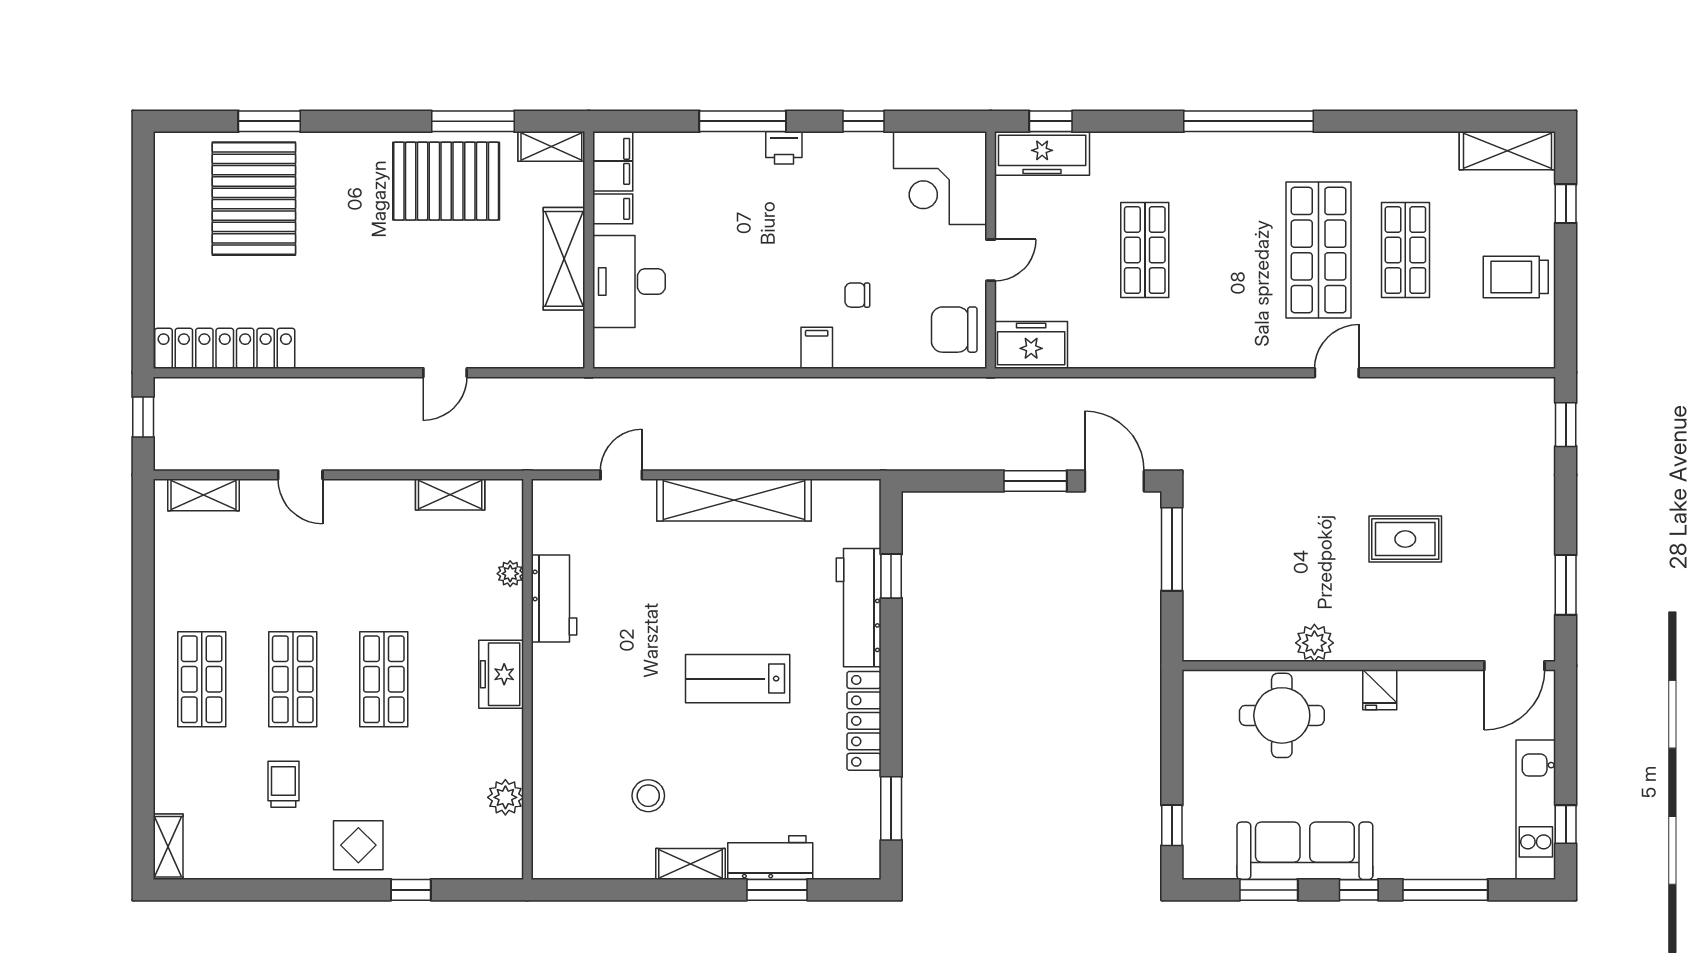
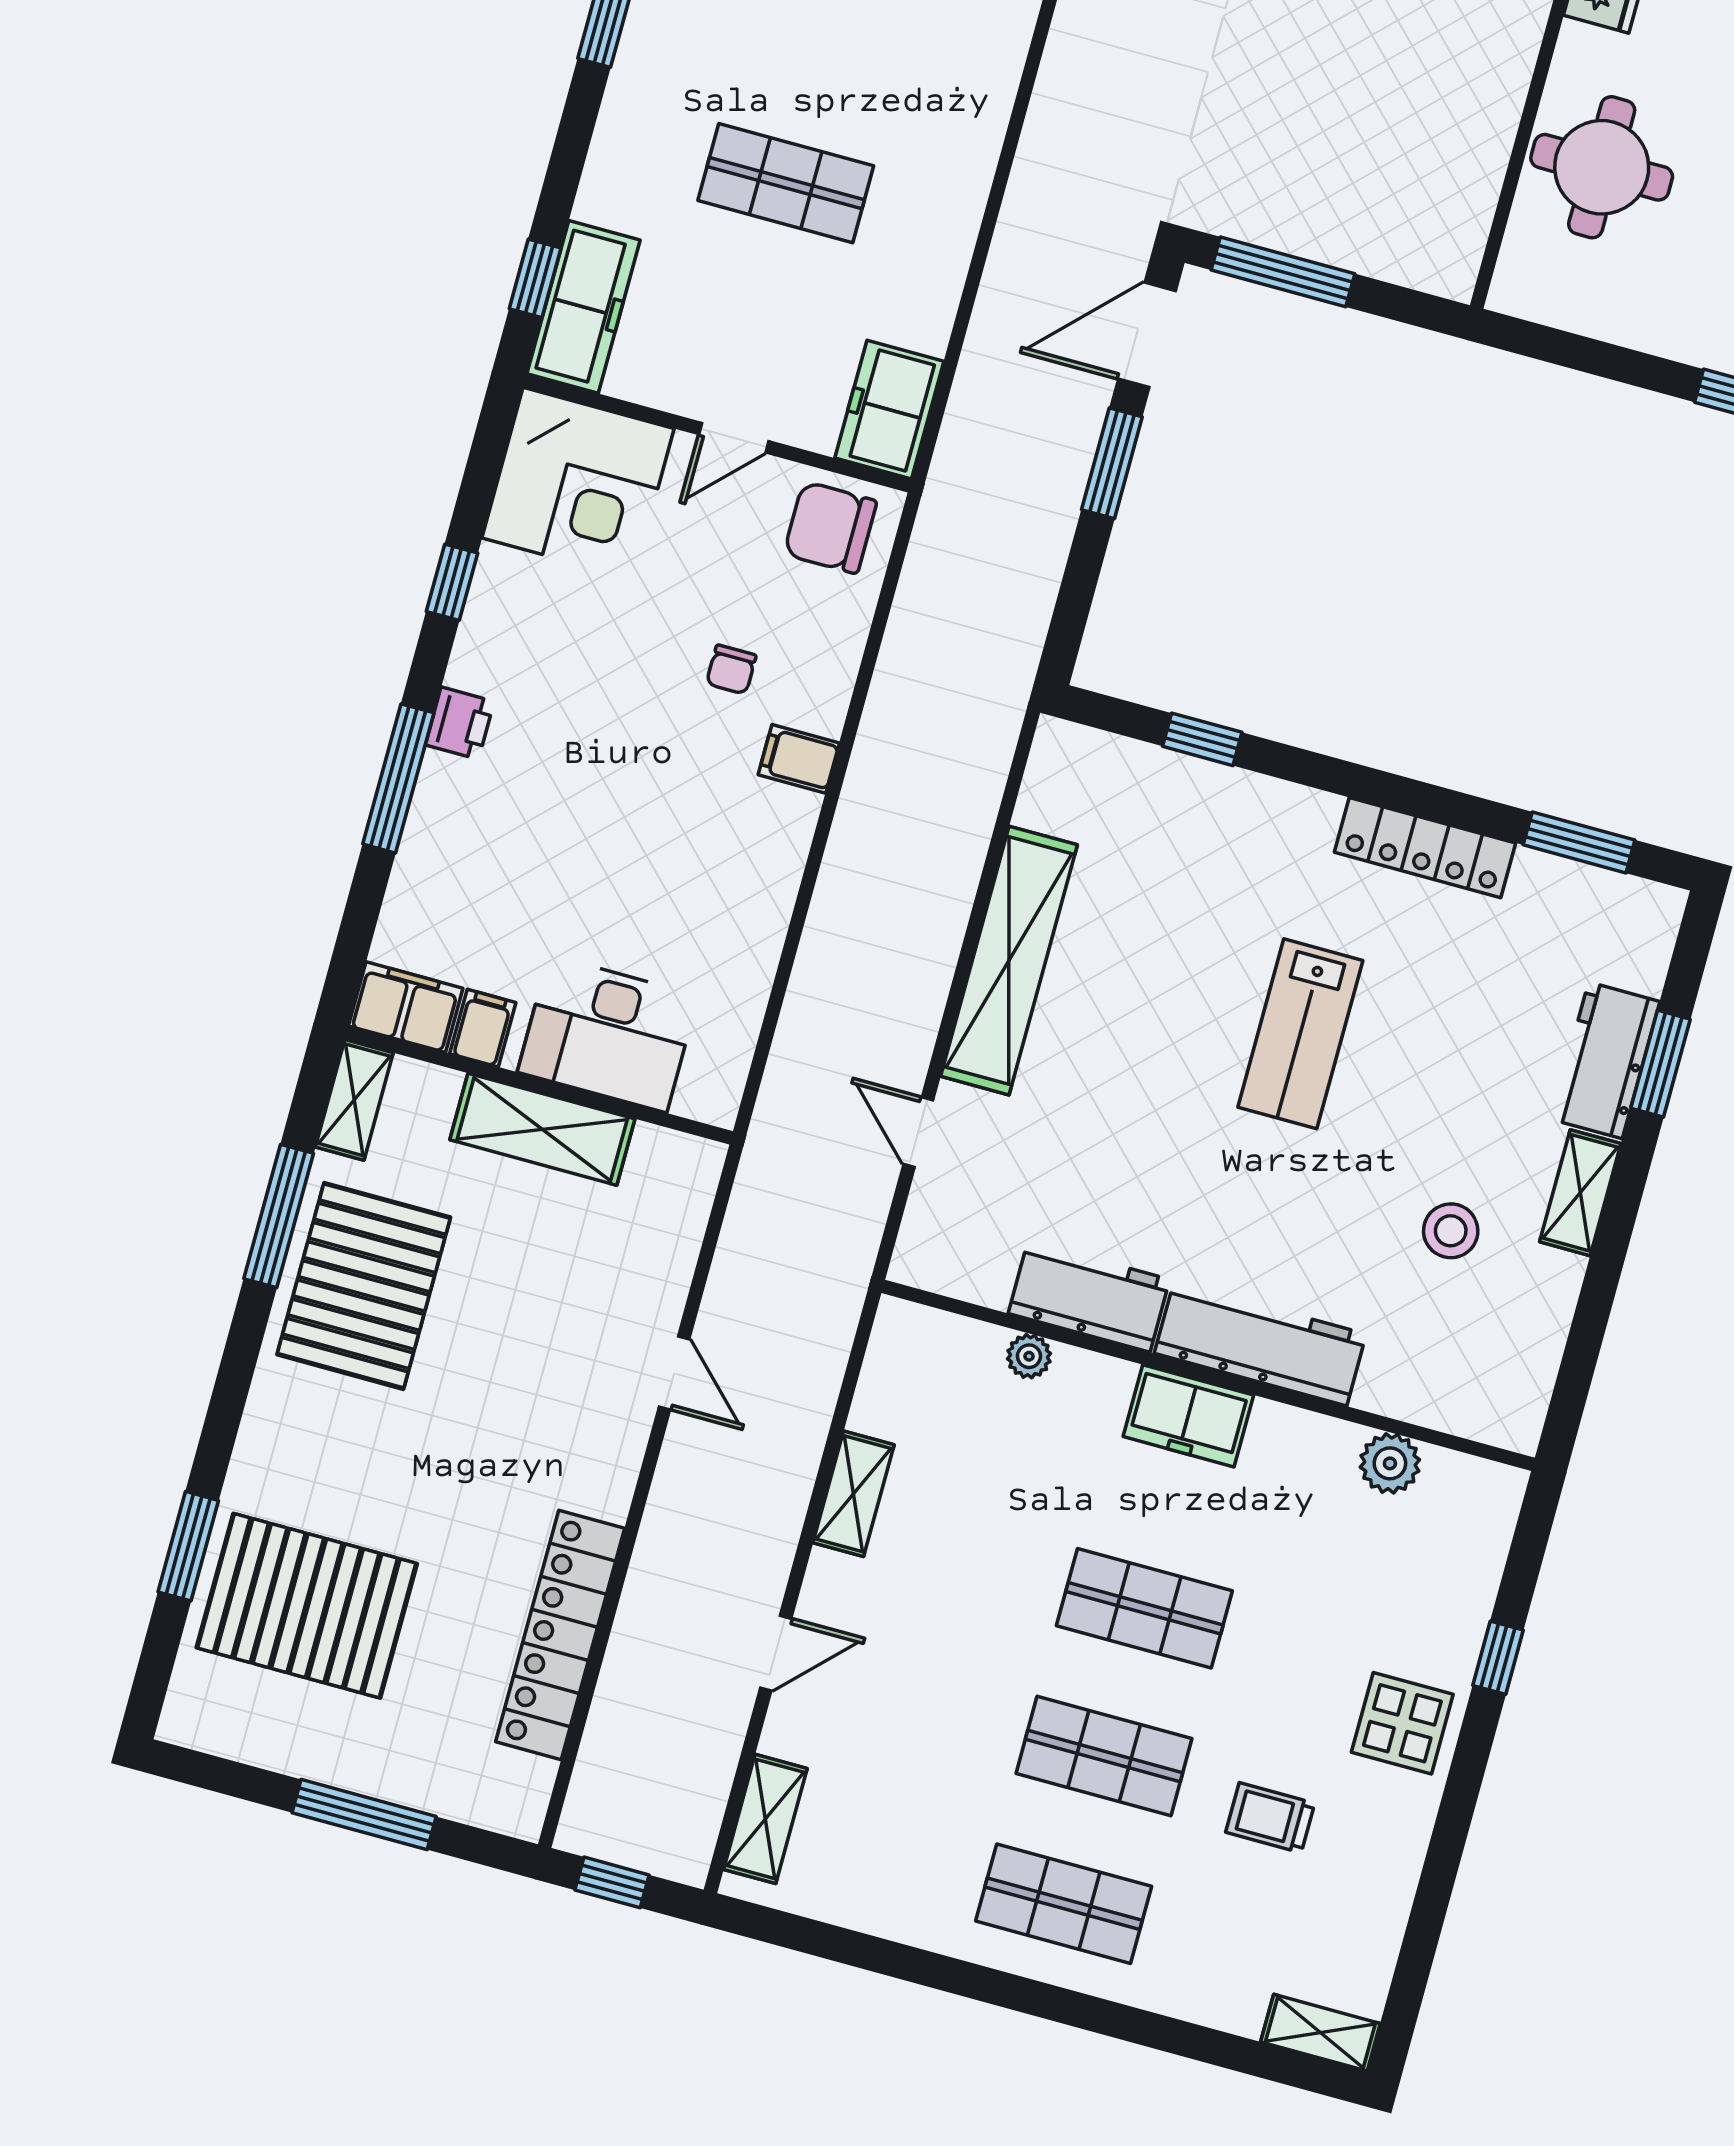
door: (991, 260) -> (734, 438), swing flipped
window: (143, 264) -> (364, 1815), added
chair: (954, 330) -> (830, 528), turned 90
locker: (225, 348) -> (560, 1635), moved
shelving: (450, 495) -> (853, 1494), moved
workbench: (859, 608) -> (1260, 1344), moved, turned 180
plant: (1314, 643) -> (1498, 82), removed

